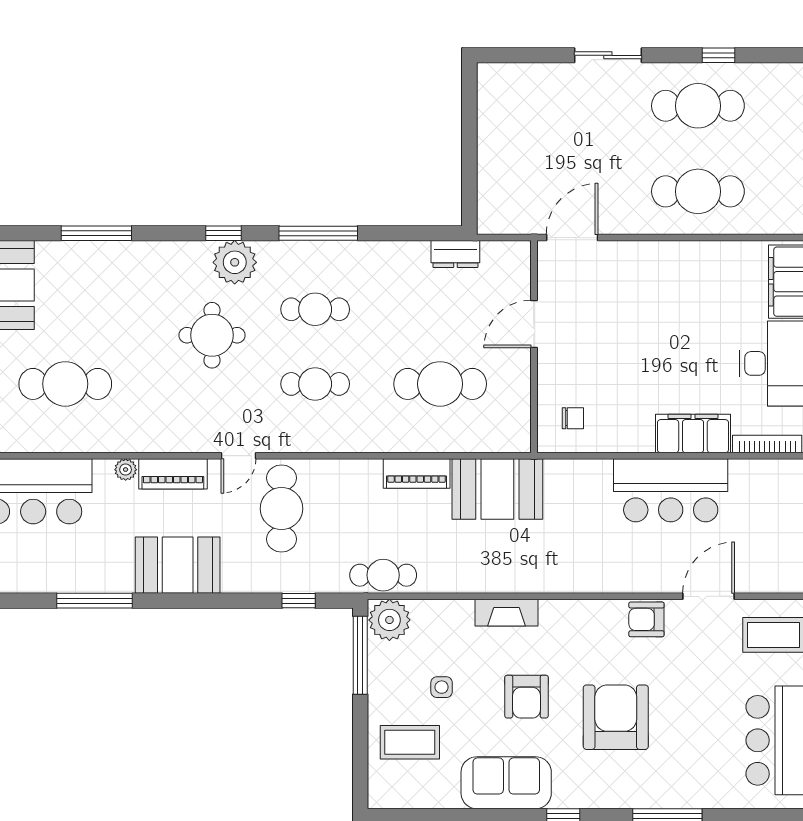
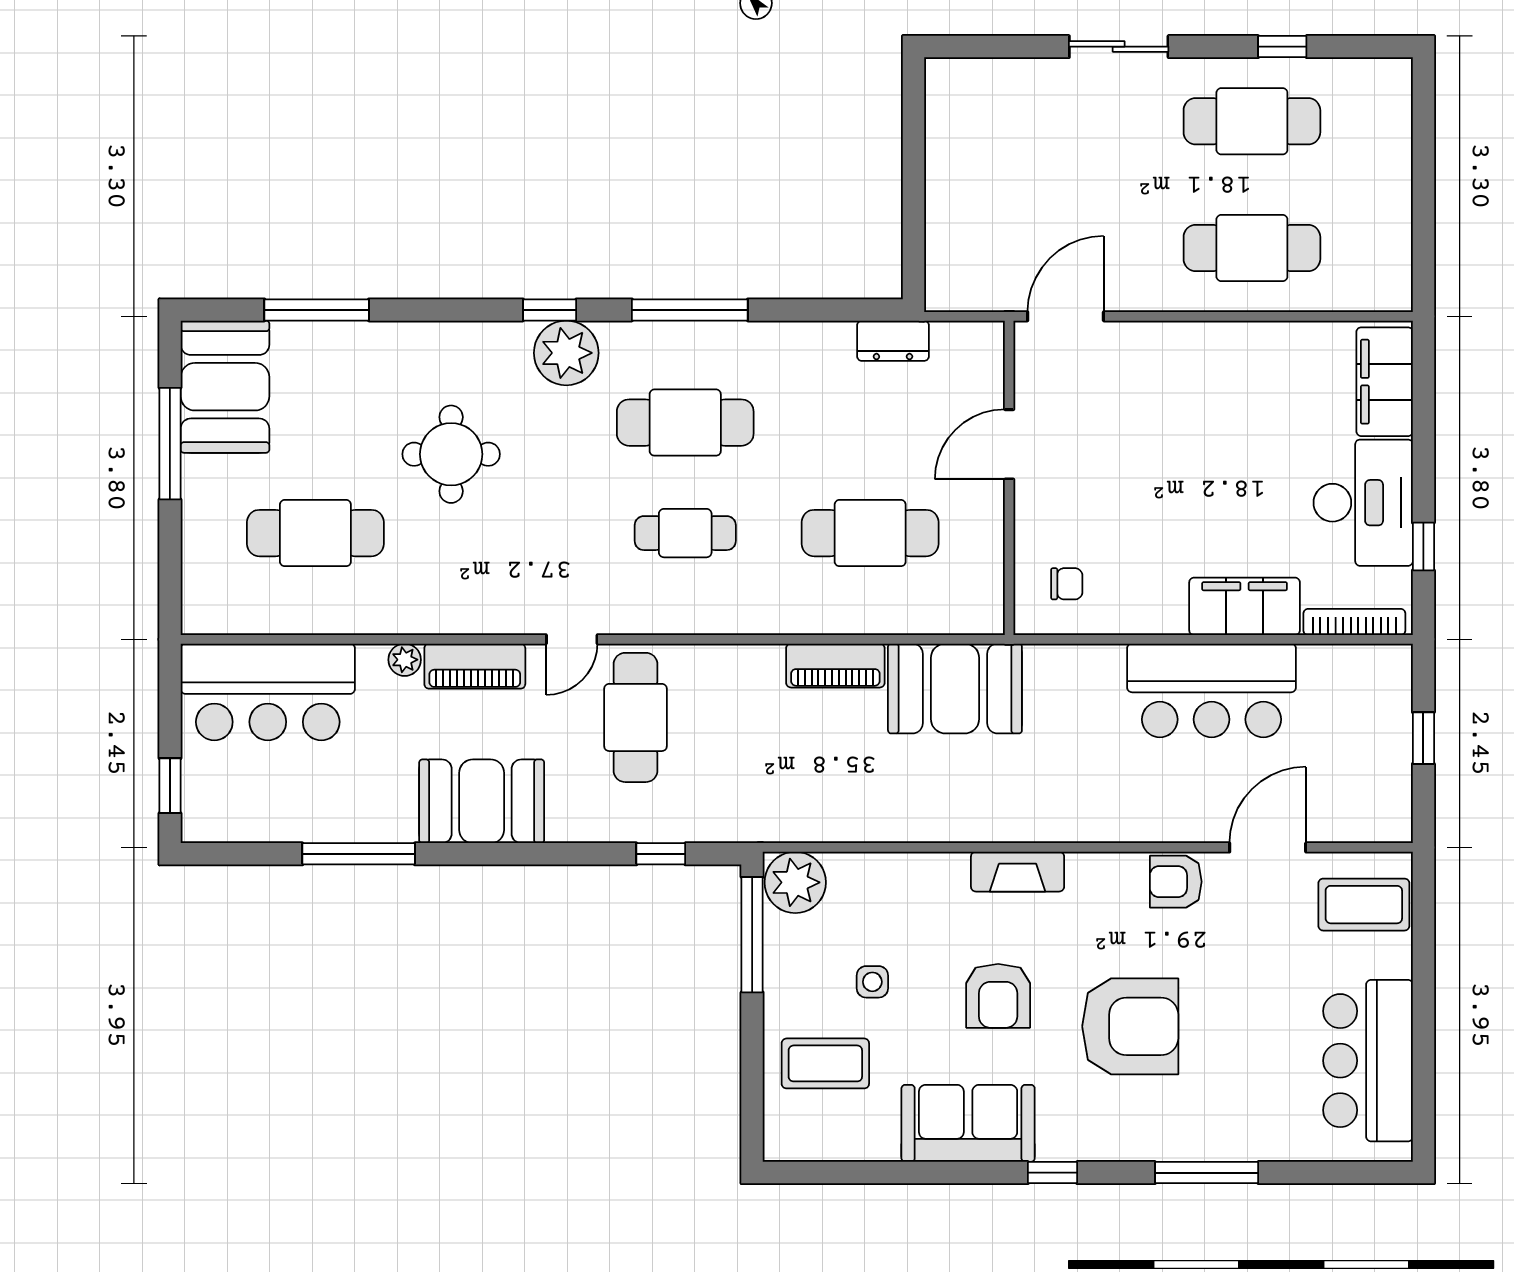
window: (96, 233) -> (317, 310), moved
cafe table: (315, 309) -> (685, 423), width x1.37, depth x1.35
round table: (212, 335) -> (451, 454), moved
cafe table: (383, 575) -> (786, 816), removed
fireplace: (506, 613) -> (1018, 872), moved
armchair: (616, 717) -> (1130, 1026), turned 90

